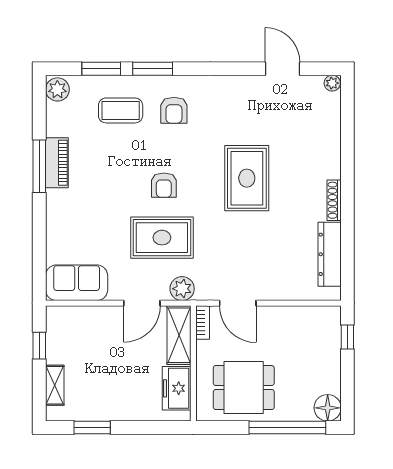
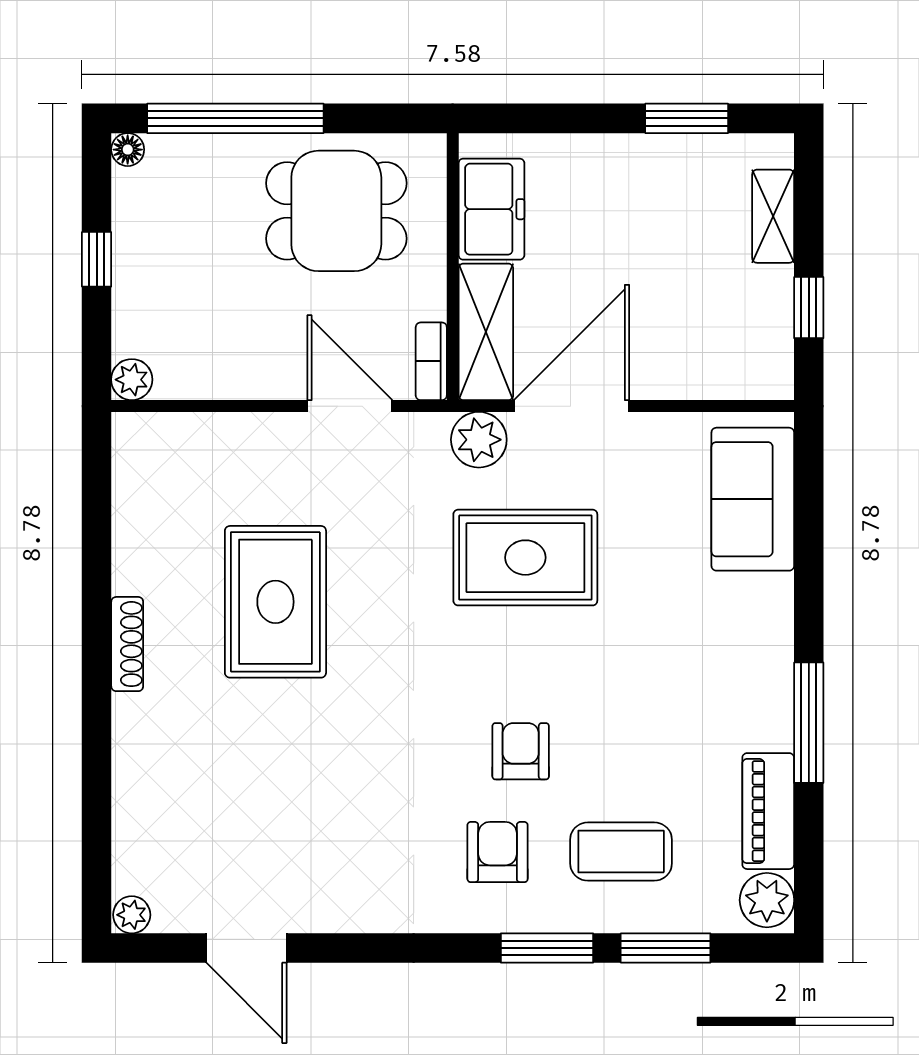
piano: (57, 163) -> (768, 811), moved
rug: (247, 178) -> (275, 602), moved
armchair: (164, 185) -> (521, 751), moved
dresser: (330, 254) -> (138, 519), removed
sofa: (77, 283) -> (753, 499), moved, turned 90
door: (142, 303) -> (572, 406), width x1.36
plant: (332, 315) -> (132, 380), added
window: (347, 337) -> (97, 259), moved
floor lamp: (328, 408) -> (128, 150), width x0.53, depth x0.53

